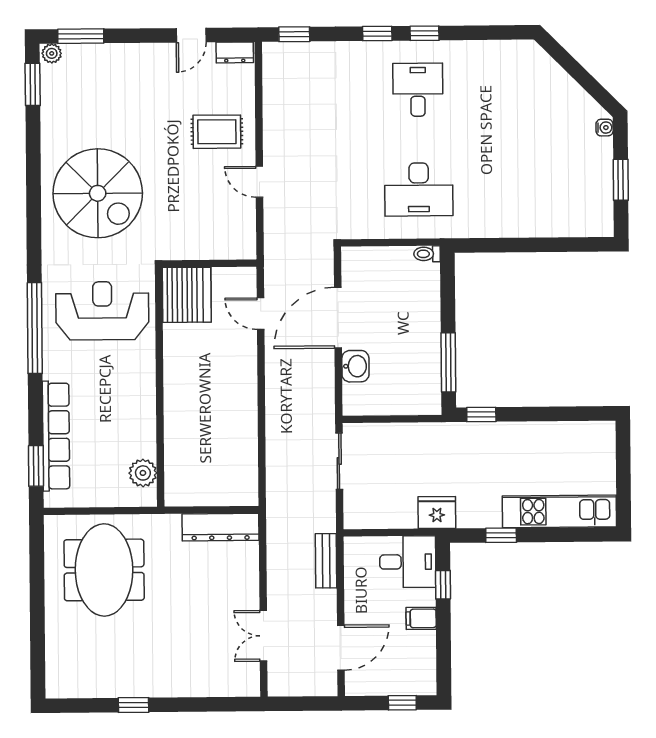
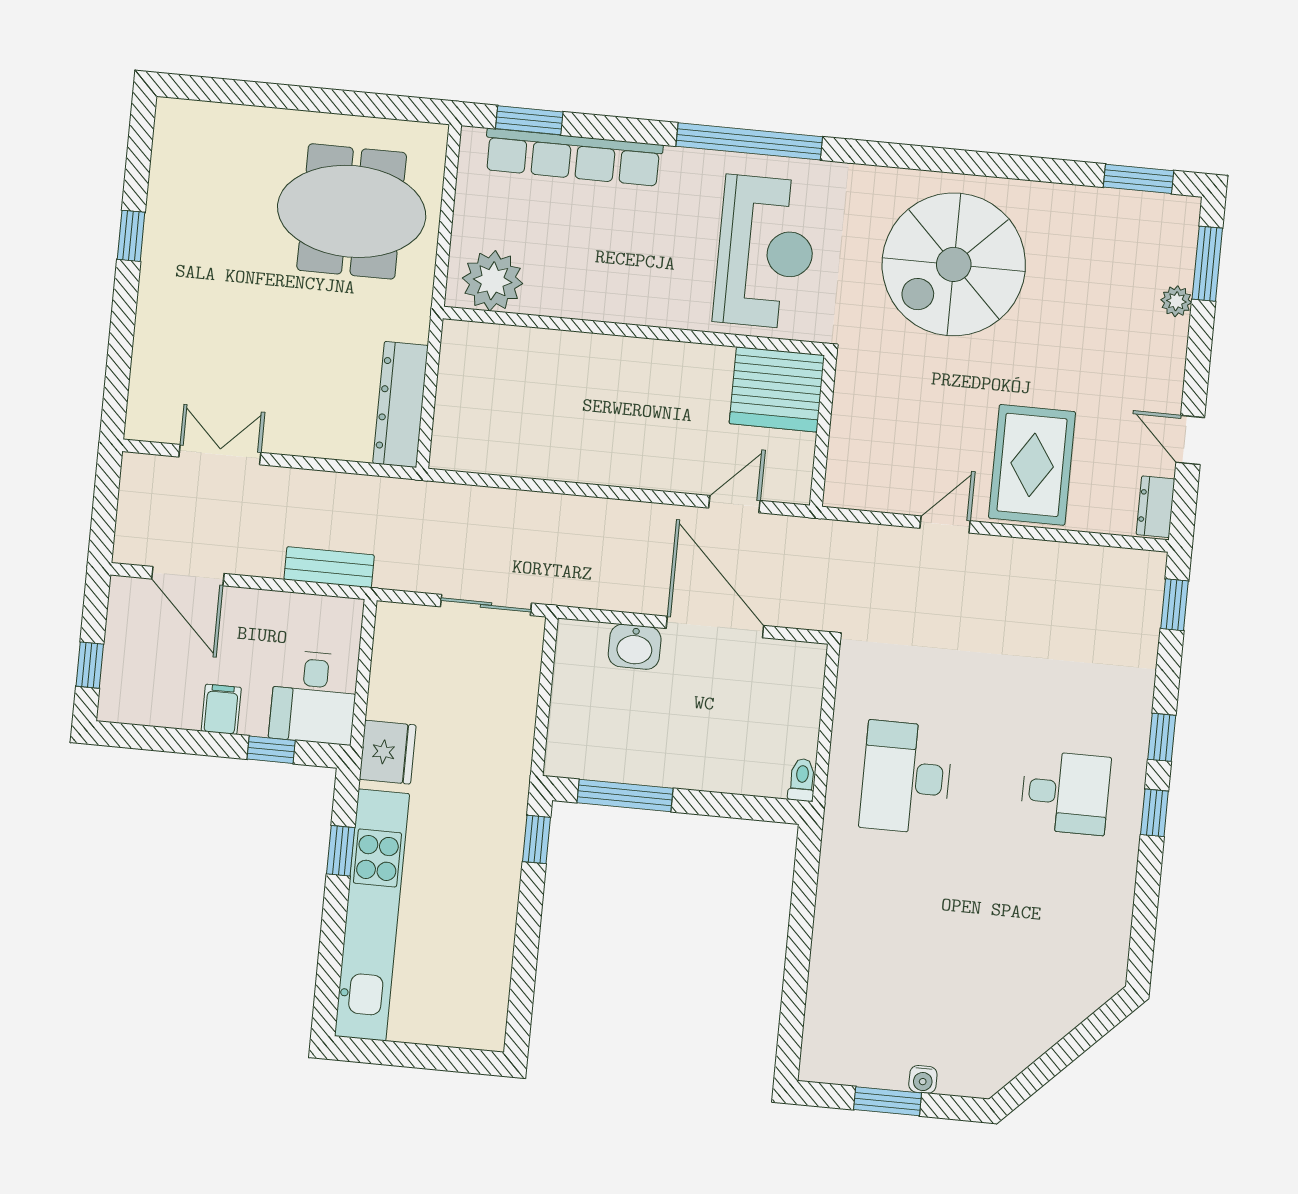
plant: (52, 53) -> (1176, 301), moved
water cooler: (605, 128) -> (923, 1079), moved
rug: (217, 132) -> (1032, 465), width x1.36, depth x1.43
plant: (143, 473) -> (493, 281), width x1.36, depth x1.36
kitchen unit: (559, 511) -> (372, 915), width x1.36

